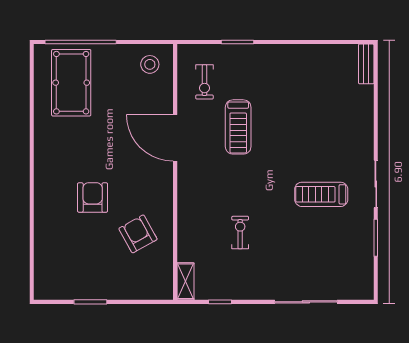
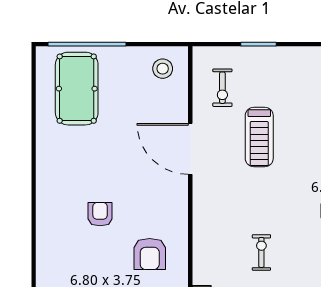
armchair: (93, 197) -> (100, 214), width x0.72, depth x0.72
armchair: (138, 234) -> (150, 254), turned -151

